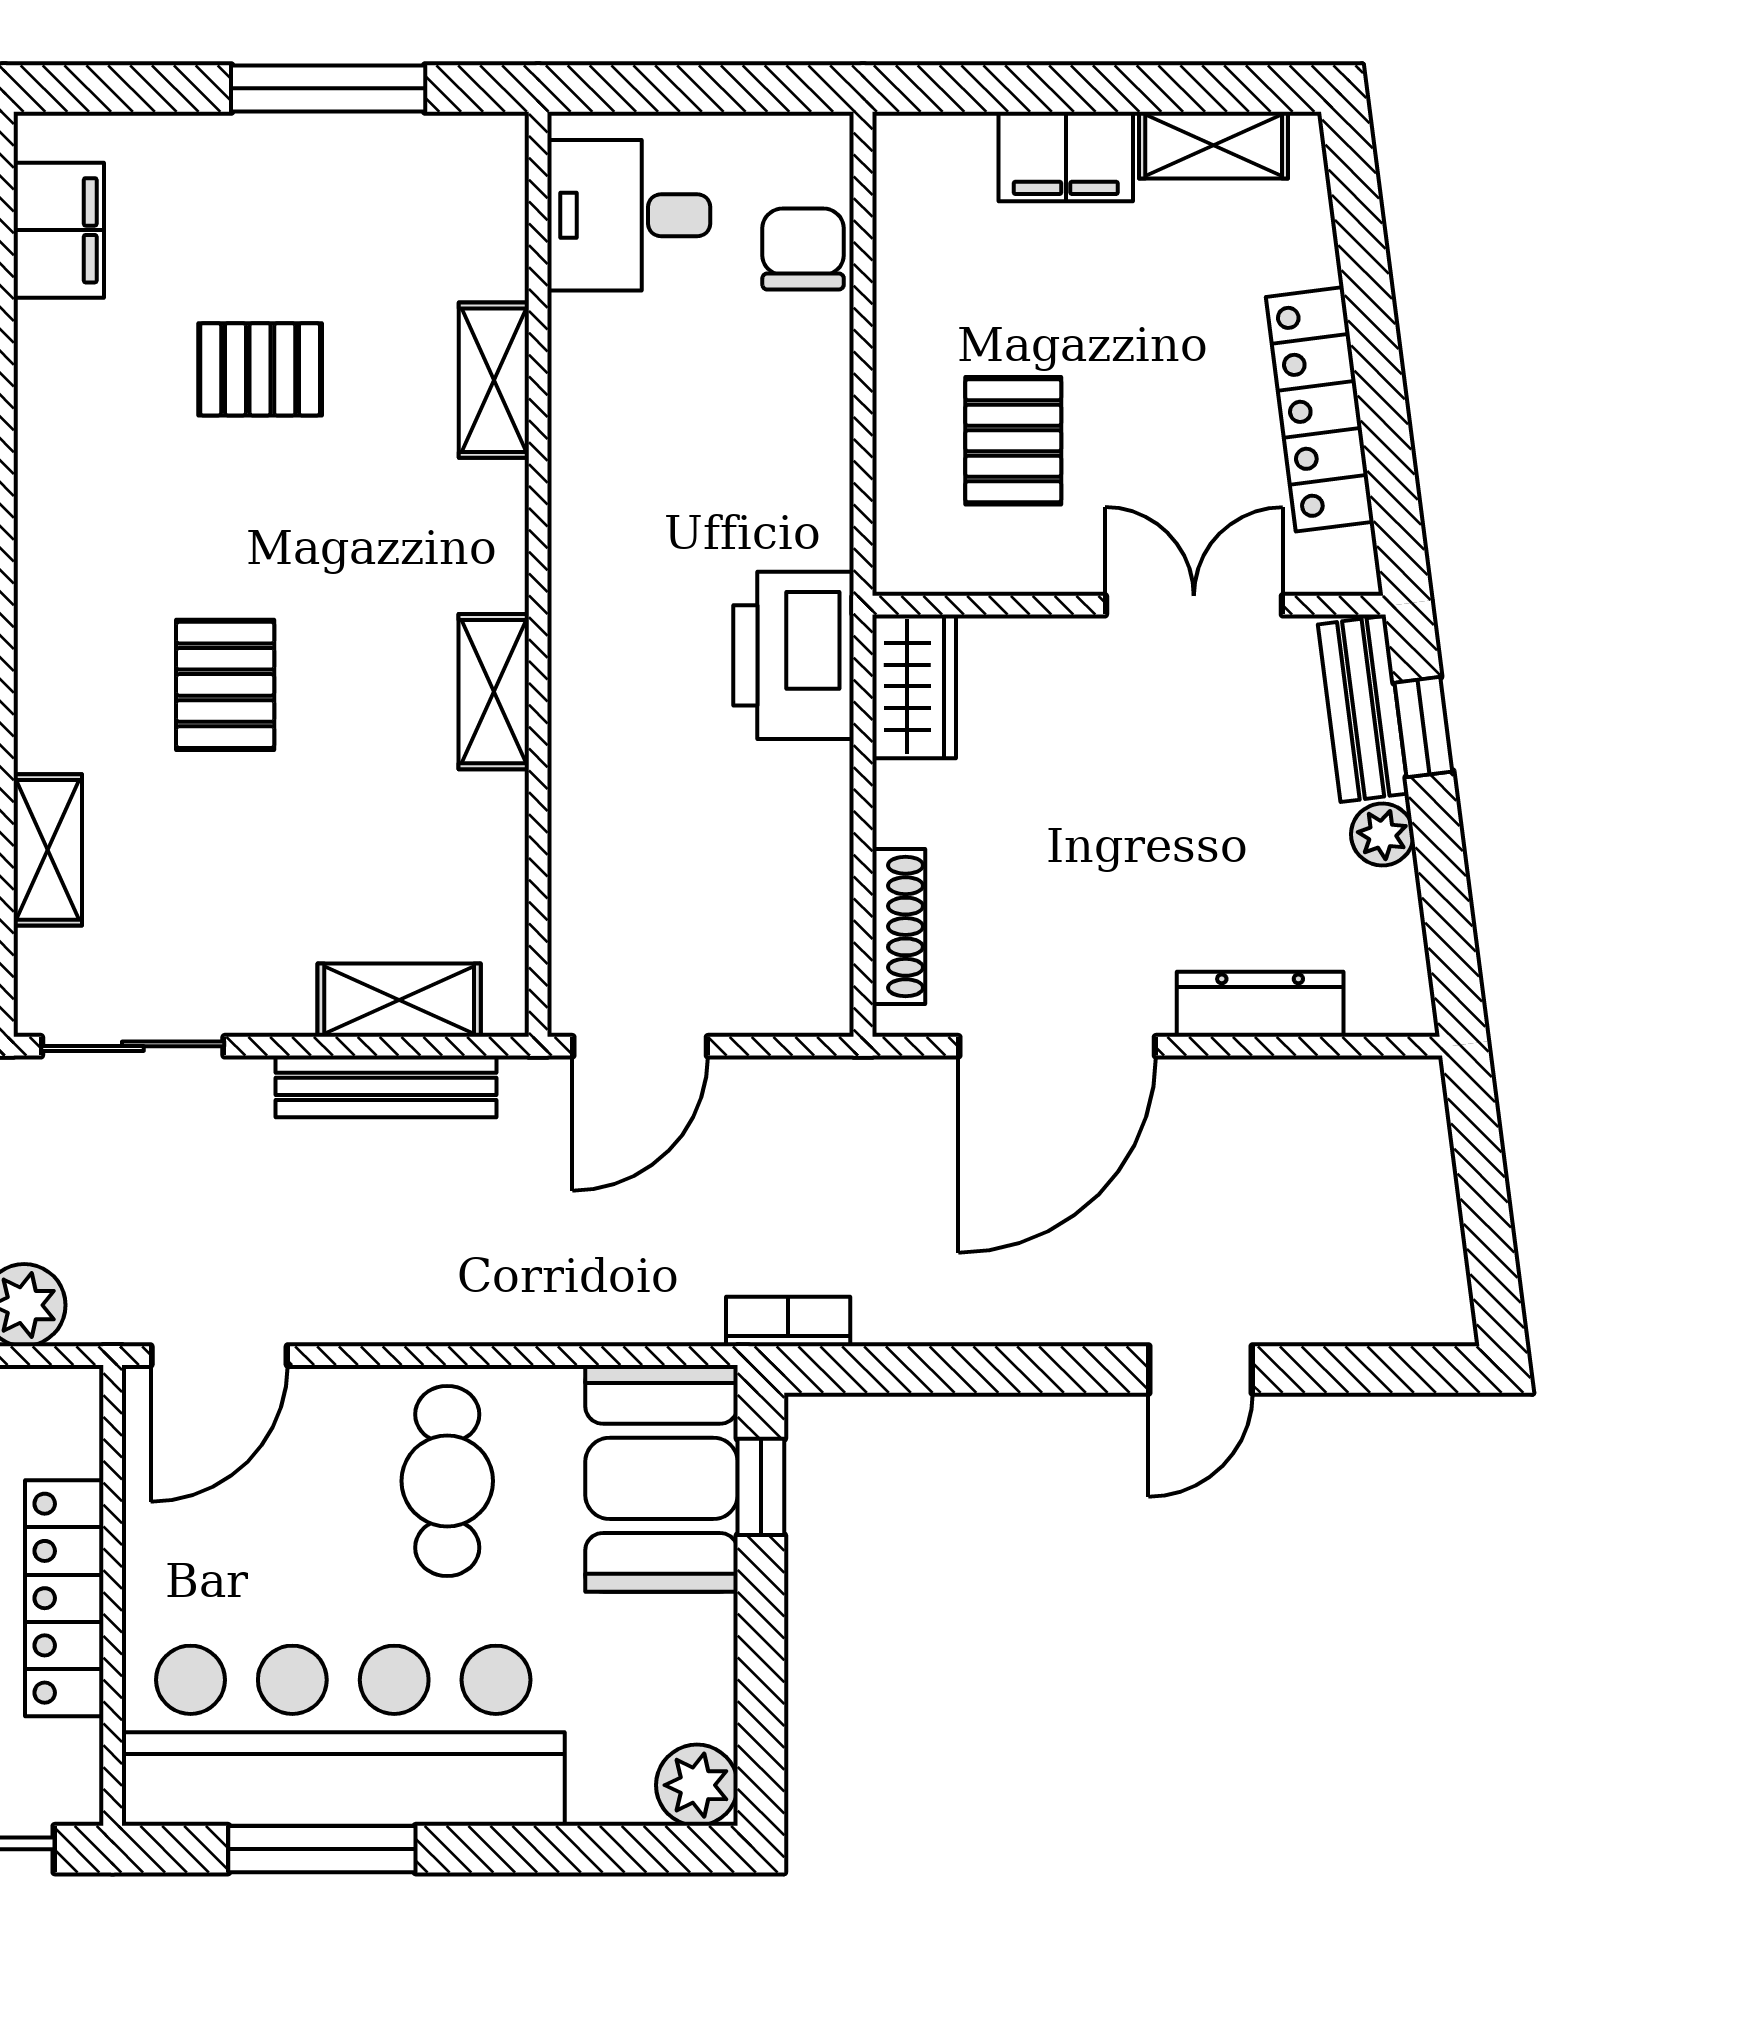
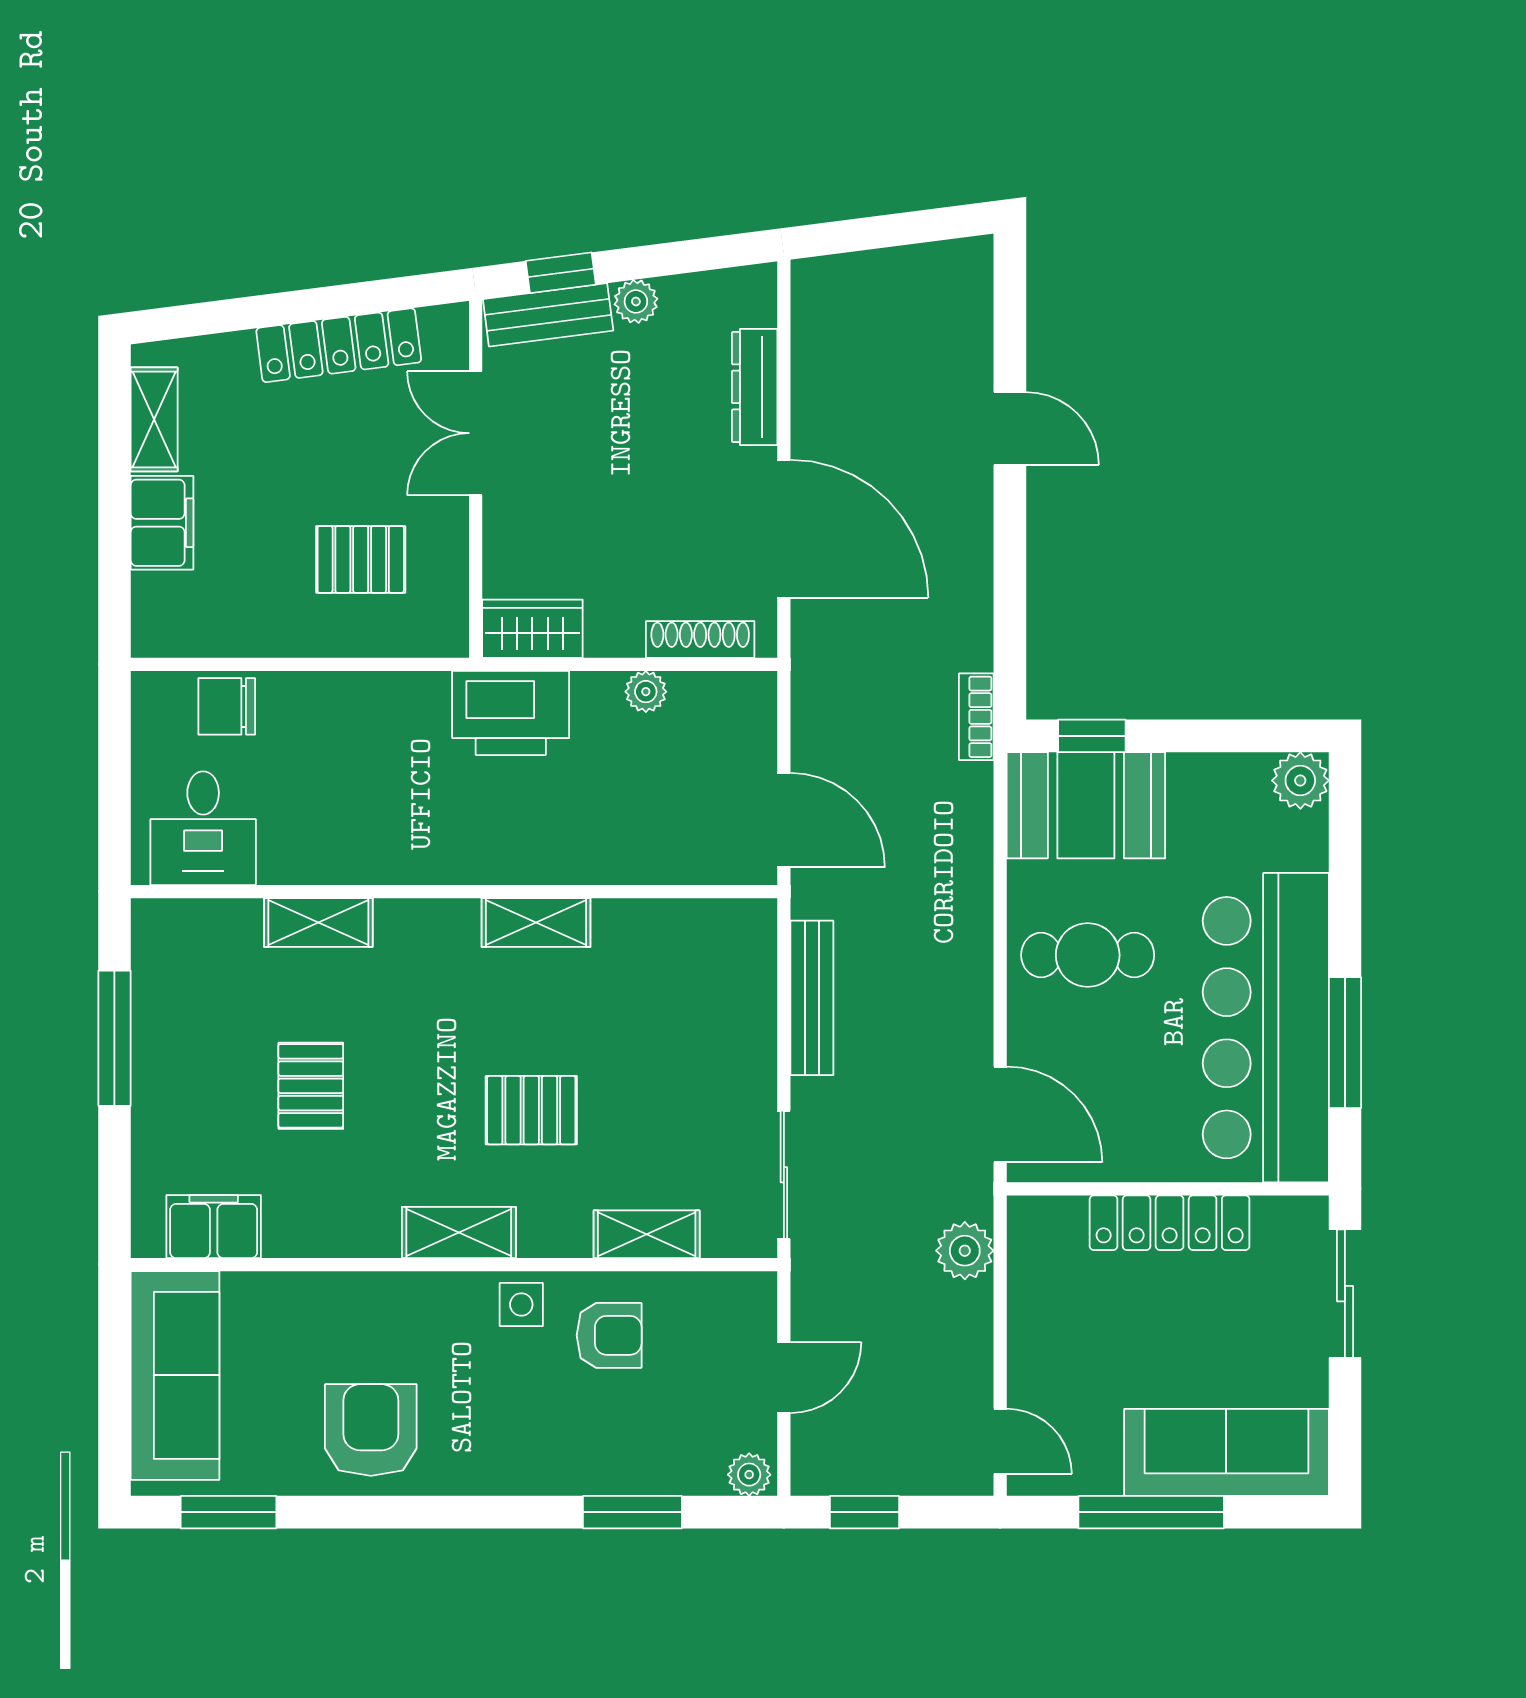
plant: (824, 849) -> (646, 692), added
shelving: (399, 1000) -> (459, 1232), moved, turned 90

